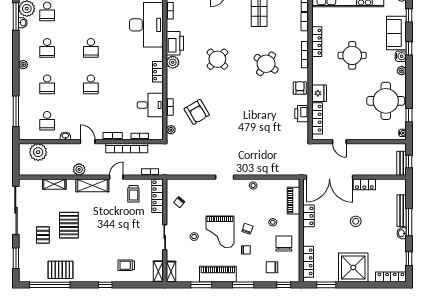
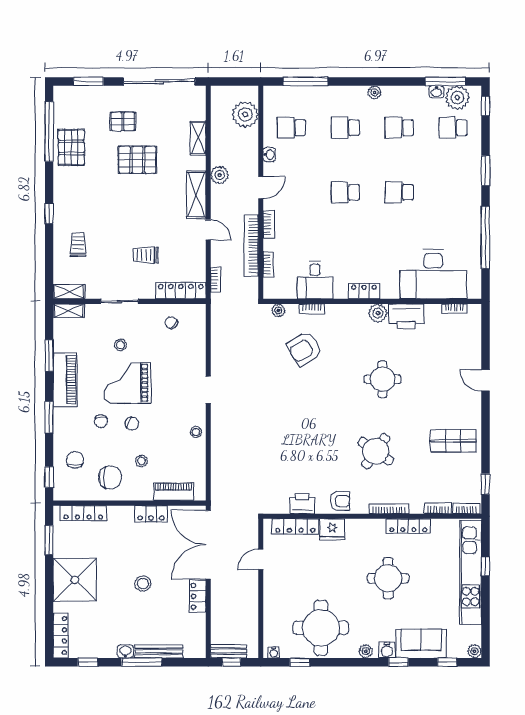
round table: (217, 59) -> (383, 379), turned 45
trolley: (133, 194) -> (146, 255), moved

